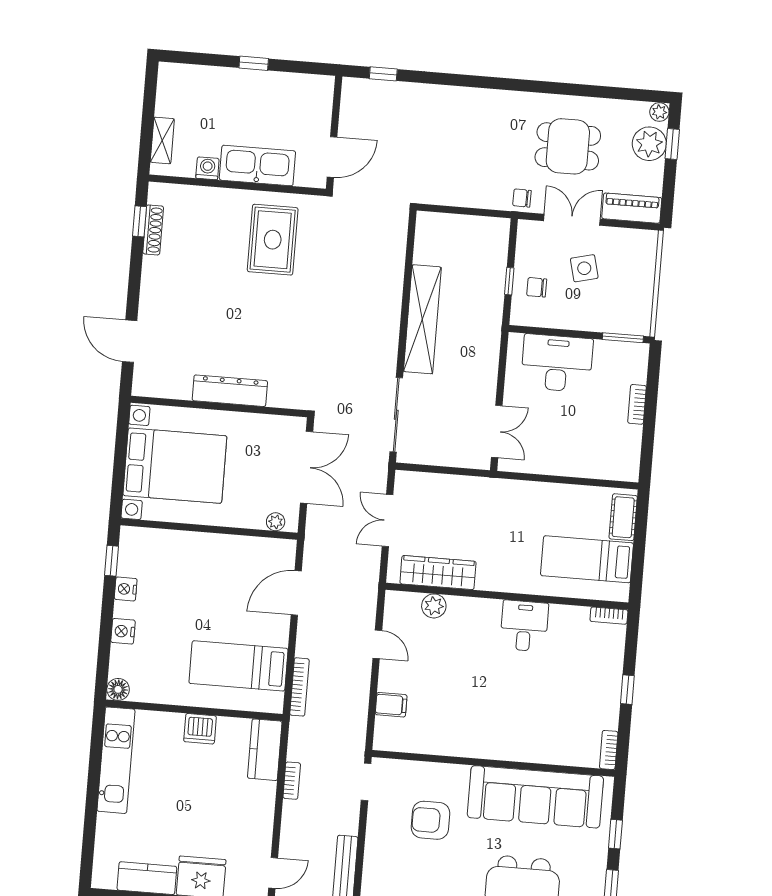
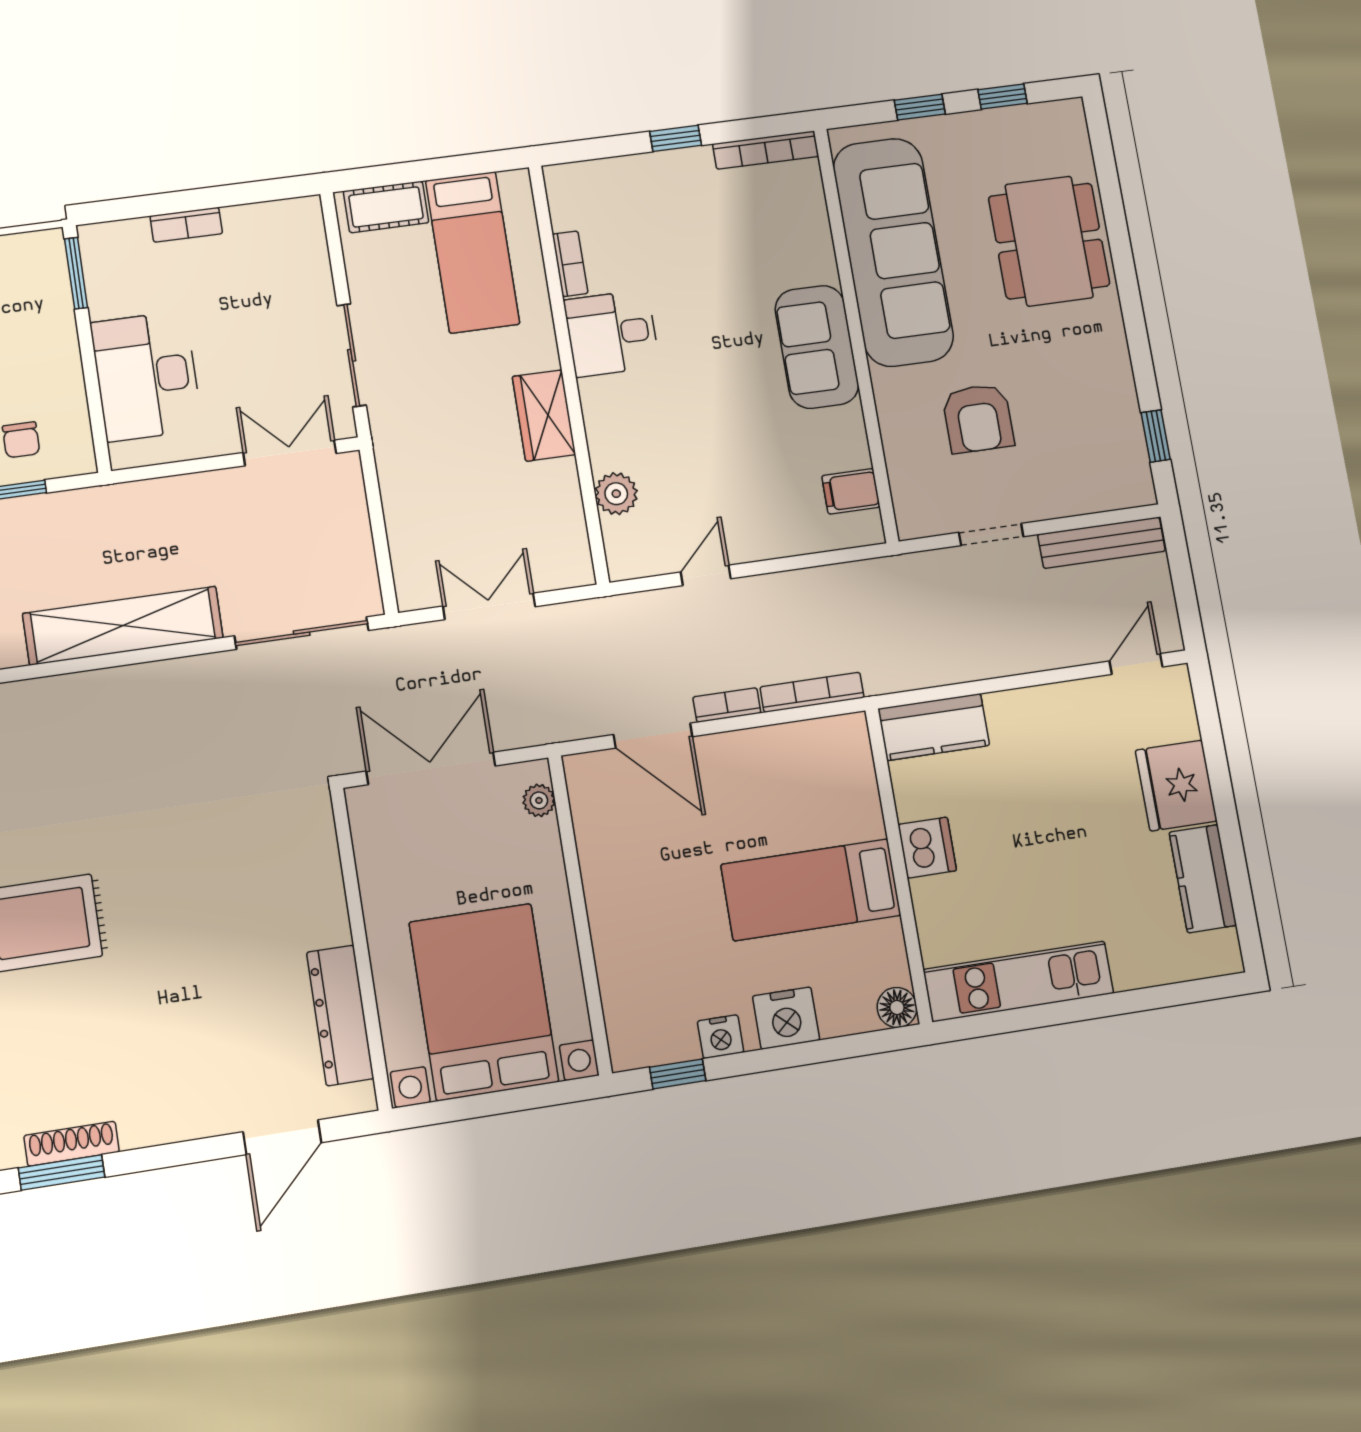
window: (139, 221) -> (61, 1172), width x1.50
dresser: (230, 391) -> (340, 1015), moved
sliding door: (544, 478) -> (352, 355), added
double door: (388, 520) -> (489, 606), swing flipped
wardrobe: (438, 573) -> (544, 416), moved, width x0.67
bookcase: (609, 616) -> (570, 264), moved
nightstand: (123, 631) -> (786, 1018), width x1.36, depth x1.33
bed: (238, 666) -> (811, 890), moved, turned 90
filing cabinet: (391, 705) -> (851, 491), moved, turned -90
sofa: (491, 739) -> (817, 347), added
bookcase: (609, 750) -> (766, 150), width x1.56
bookcase: (292, 781) -> (727, 705), moved
doorway: (366, 782) -> (991, 535), moved
door: (273, 873) -> (1136, 664), hinge flipped

